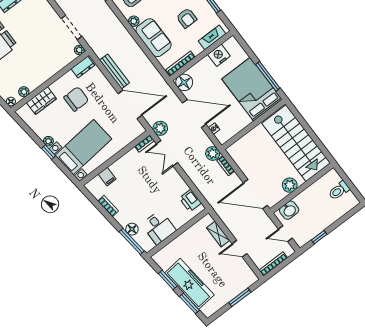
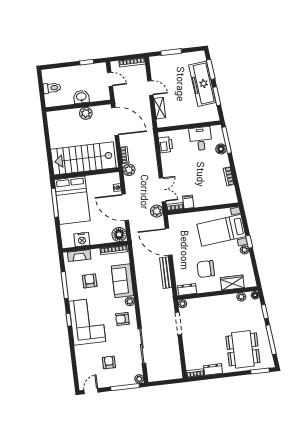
stairs: (296, 143) -> (83, 158), moved, turned -90
filing cabinet: (107, 177) -> (188, 202), moved
washbasin: (289, 210) -> (81, 97), moved

